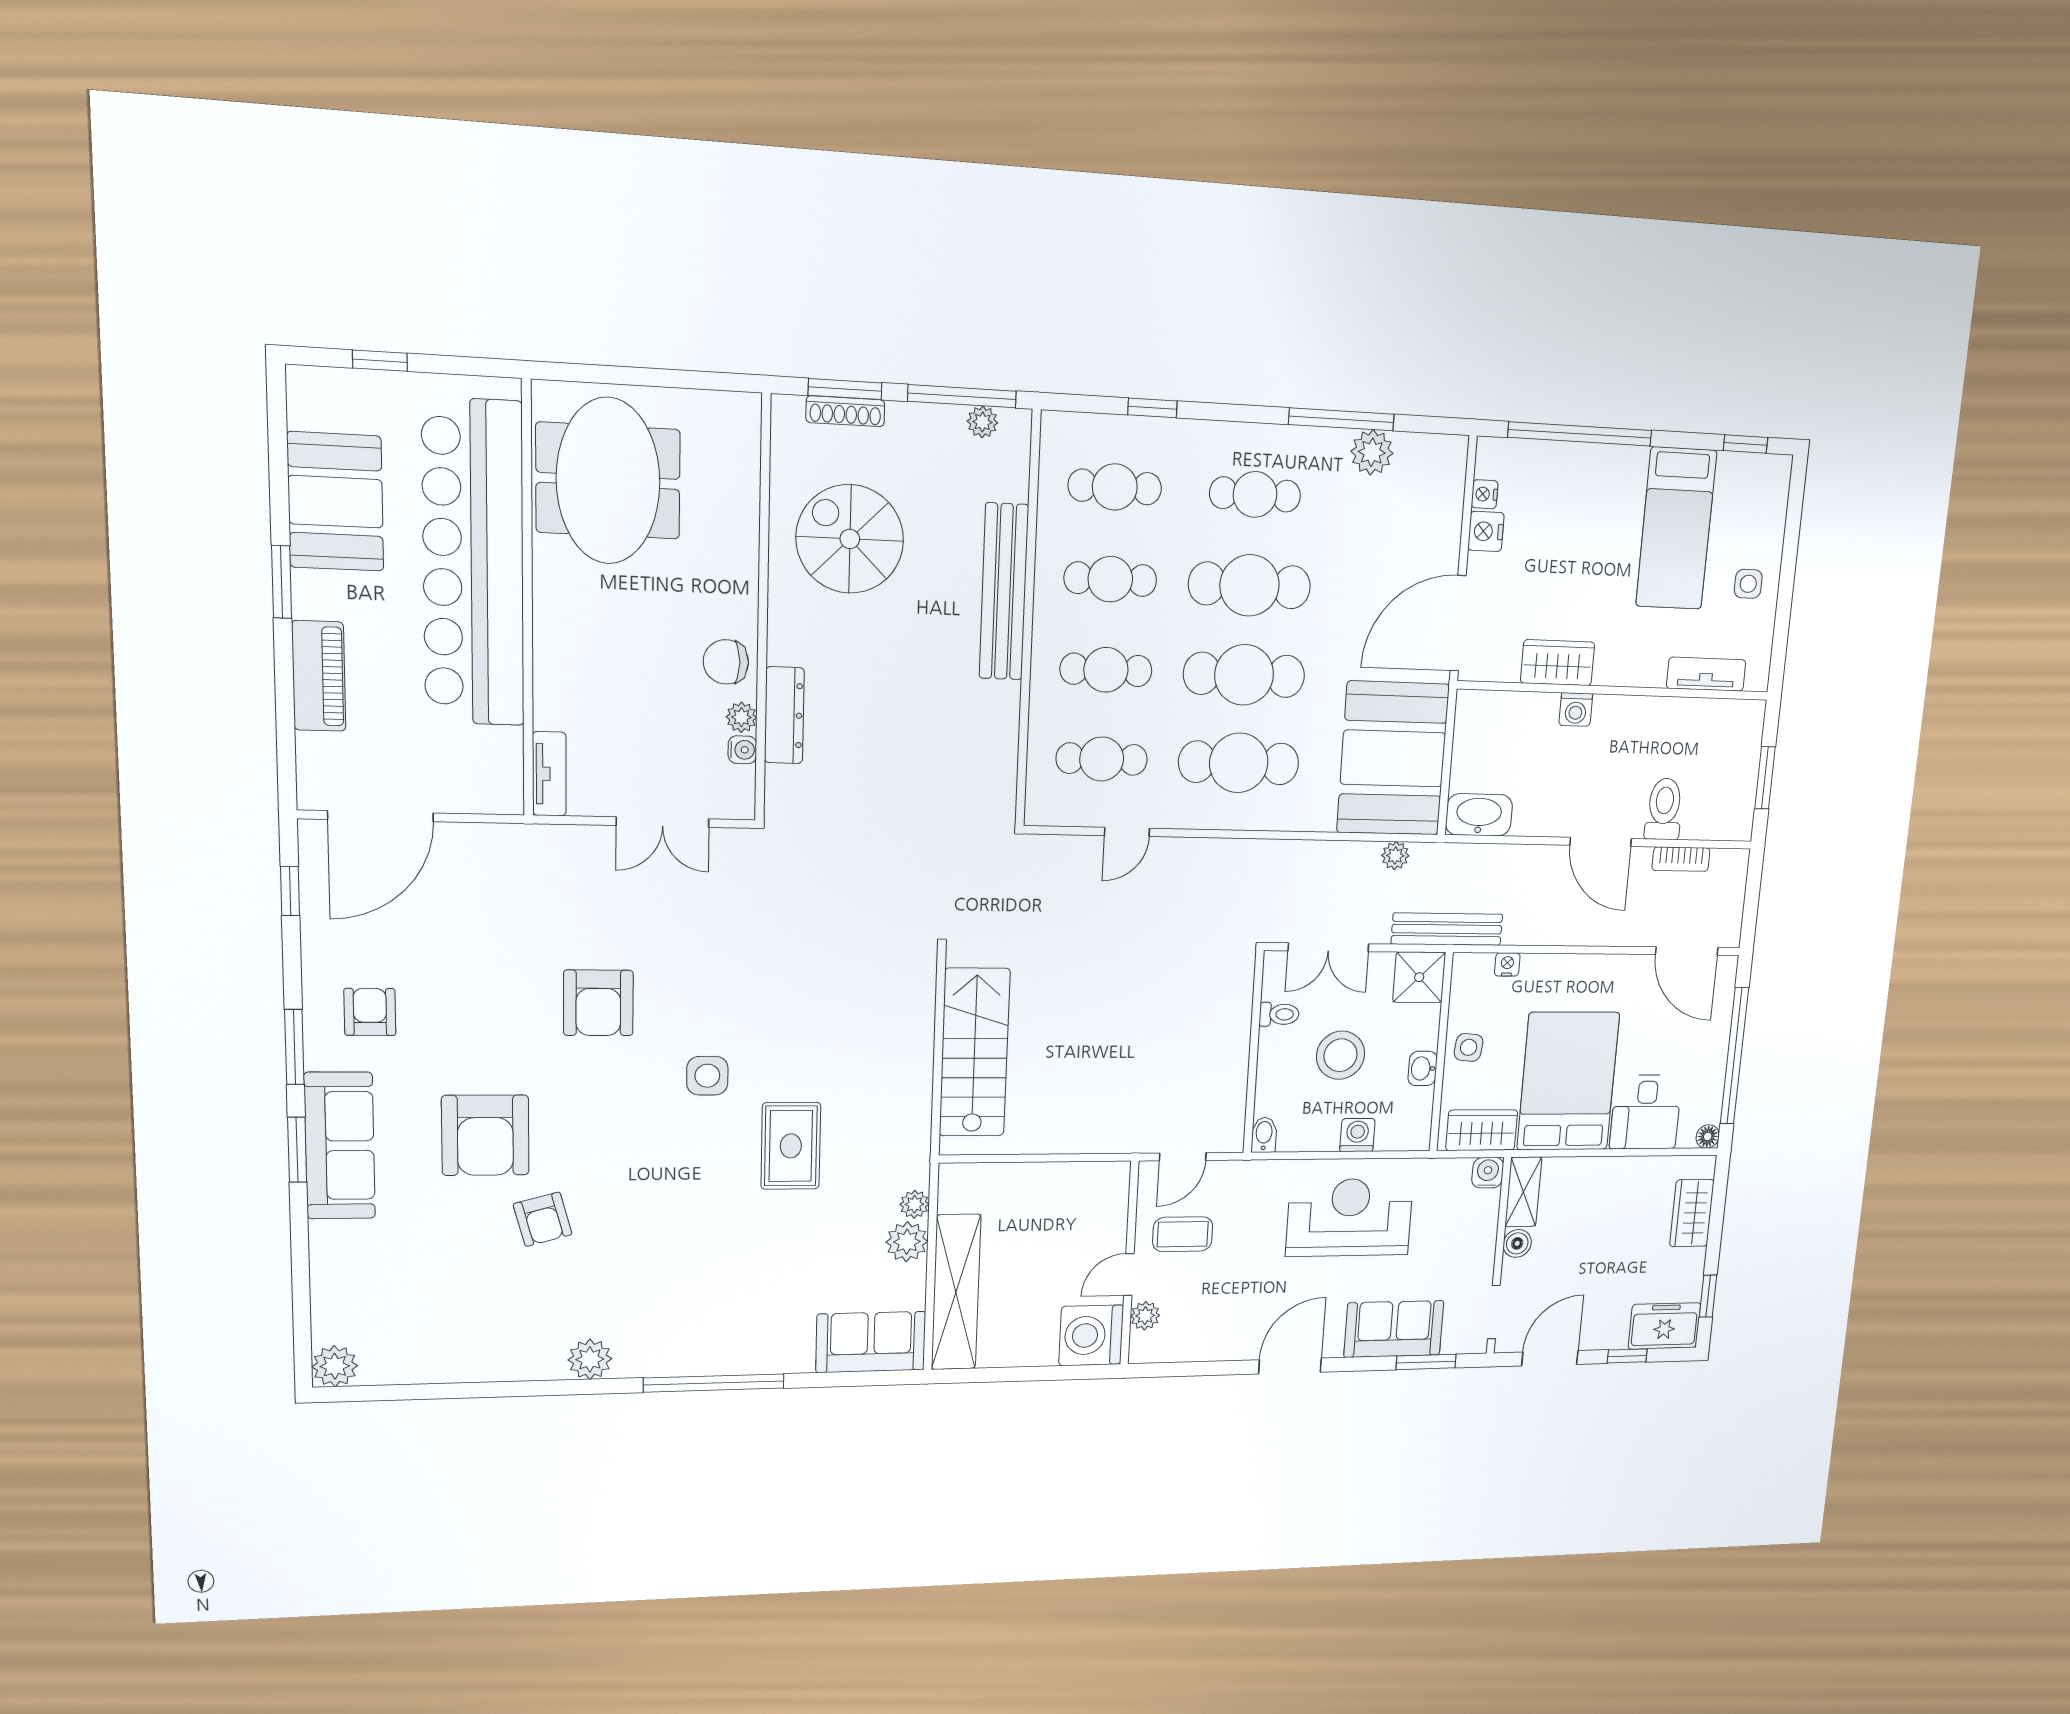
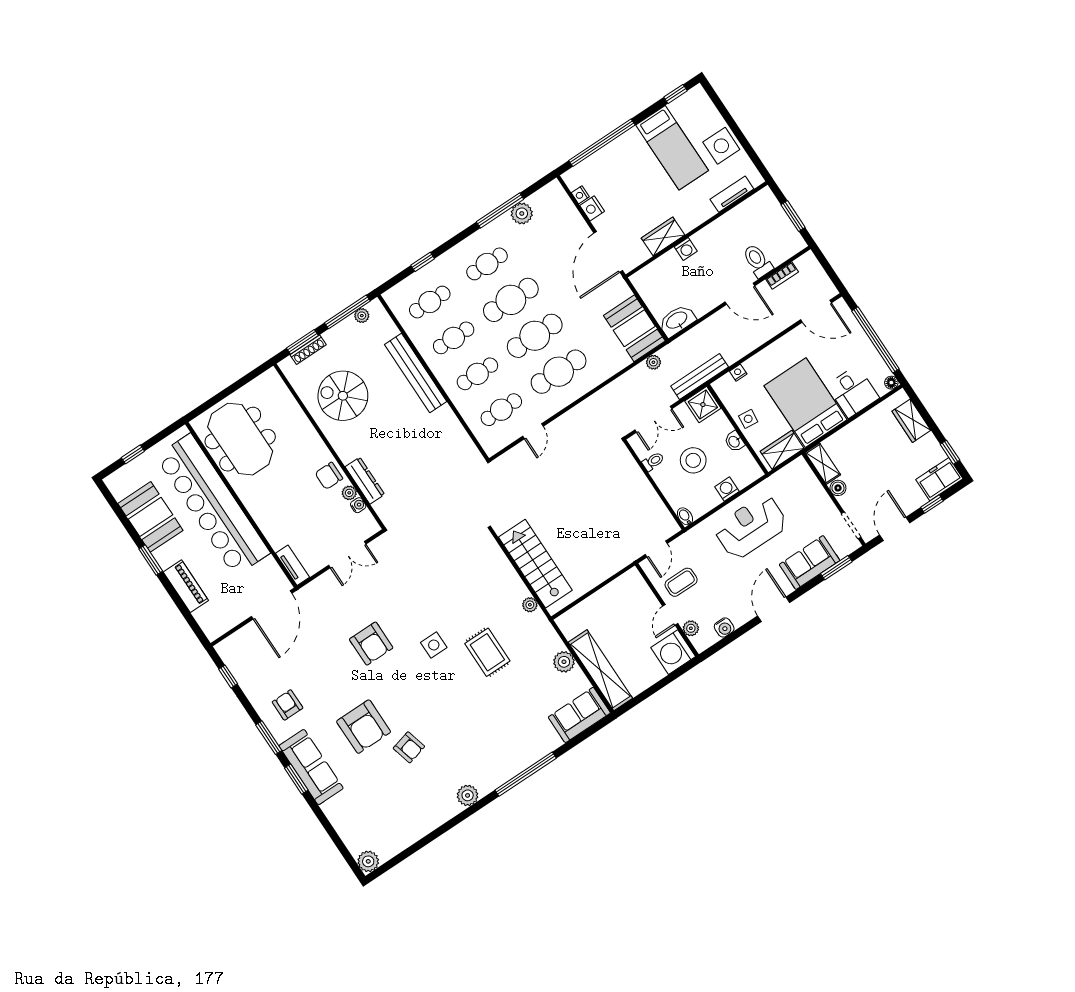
side table: (1748, 584) -> (721, 146), width x1.87, depth x1.87
booth: (1393, 758) -> (634, 328), width x0.73, depth x0.70
door: (381, 816) -> (272, 605), moved
water cooler: (1488, 1173) -> (724, 628), moved, turned 180
plant: (914, 1204) -> (530, 605), moved

